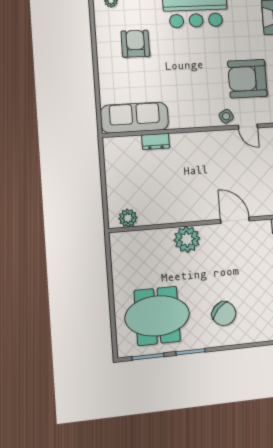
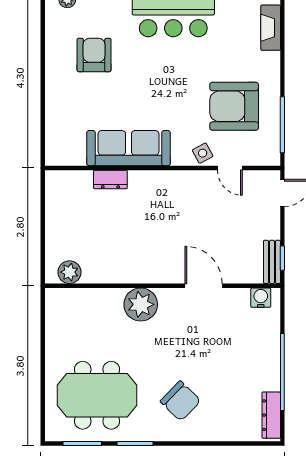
sofa: (135, 118) -> (128, 148), moved

